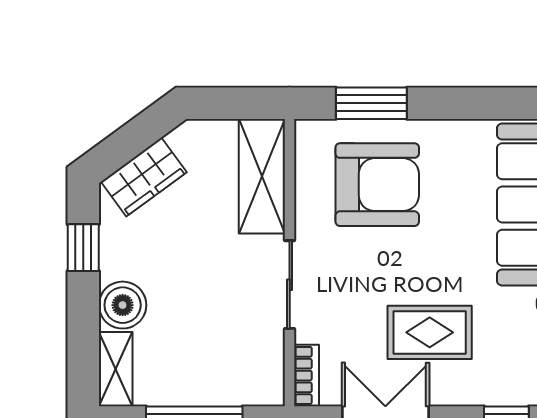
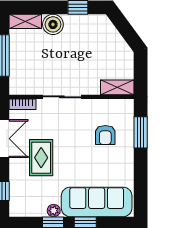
shelving: (262, 176) -> (117, 87), width x0.67, depth x0.75
wardrobe: (144, 177) -> (109, 34), removed
armchair: (377, 185) -> (105, 135), width x0.53, depth x0.53

